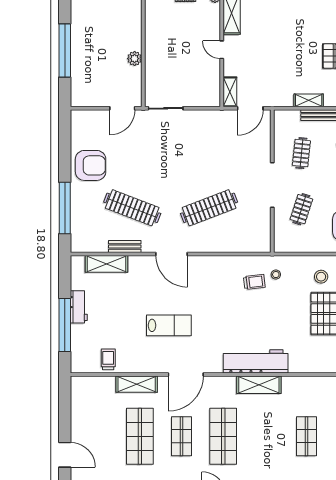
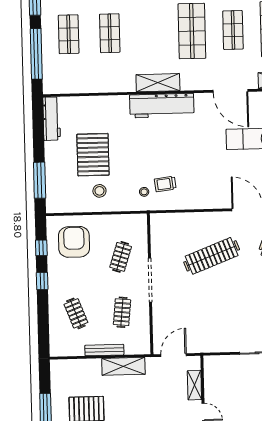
shelving: (230, 92) -> (194, 385), moved
shelving: (309, 100) -> (123, 366), width x1.50, depth x1.33
door: (186, 375) -> (230, 91), swing flipped

